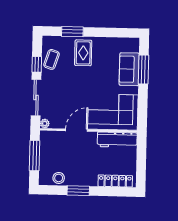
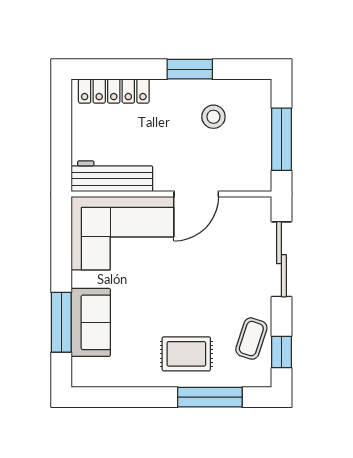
window: (72, 32) -> (210, 397), width x1.44
rug: (83, 53) -> (186, 354), turned 90
window: (37, 64) -> (281, 352), moved
plant: (45, 124) -> (262, 206), removed
stool: (59, 178) -> (213, 117), moved

